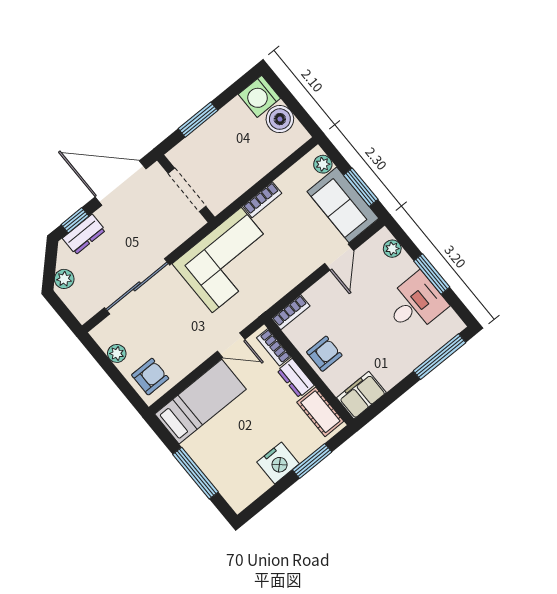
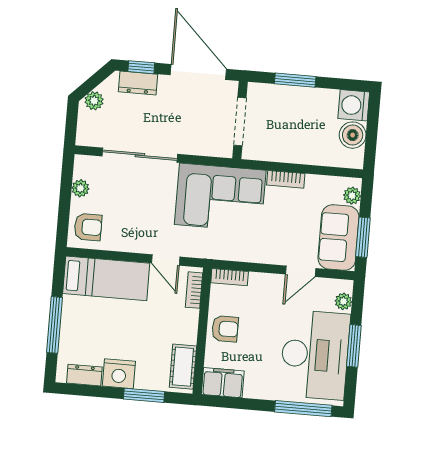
desk: (415, 304) -> (315, 355), width x1.87, depth x1.30
dresser: (296, 378) -> (84, 375), moved, turned 90

